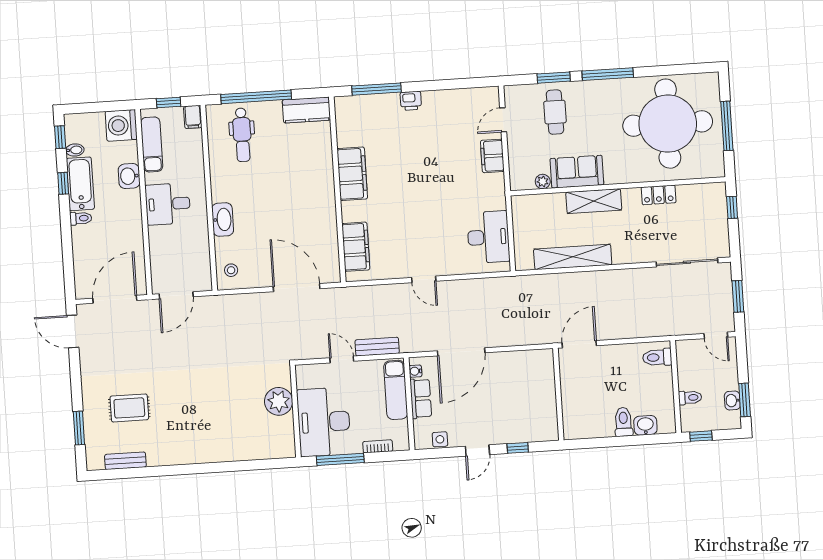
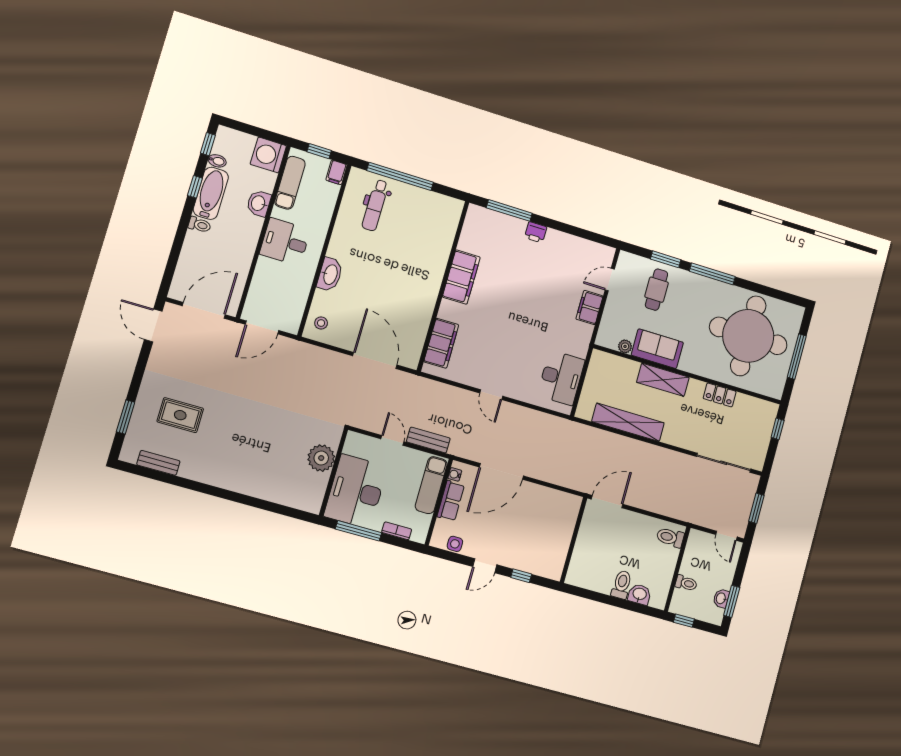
kitchen counter: (306, 110) -> (441, 205), removed

